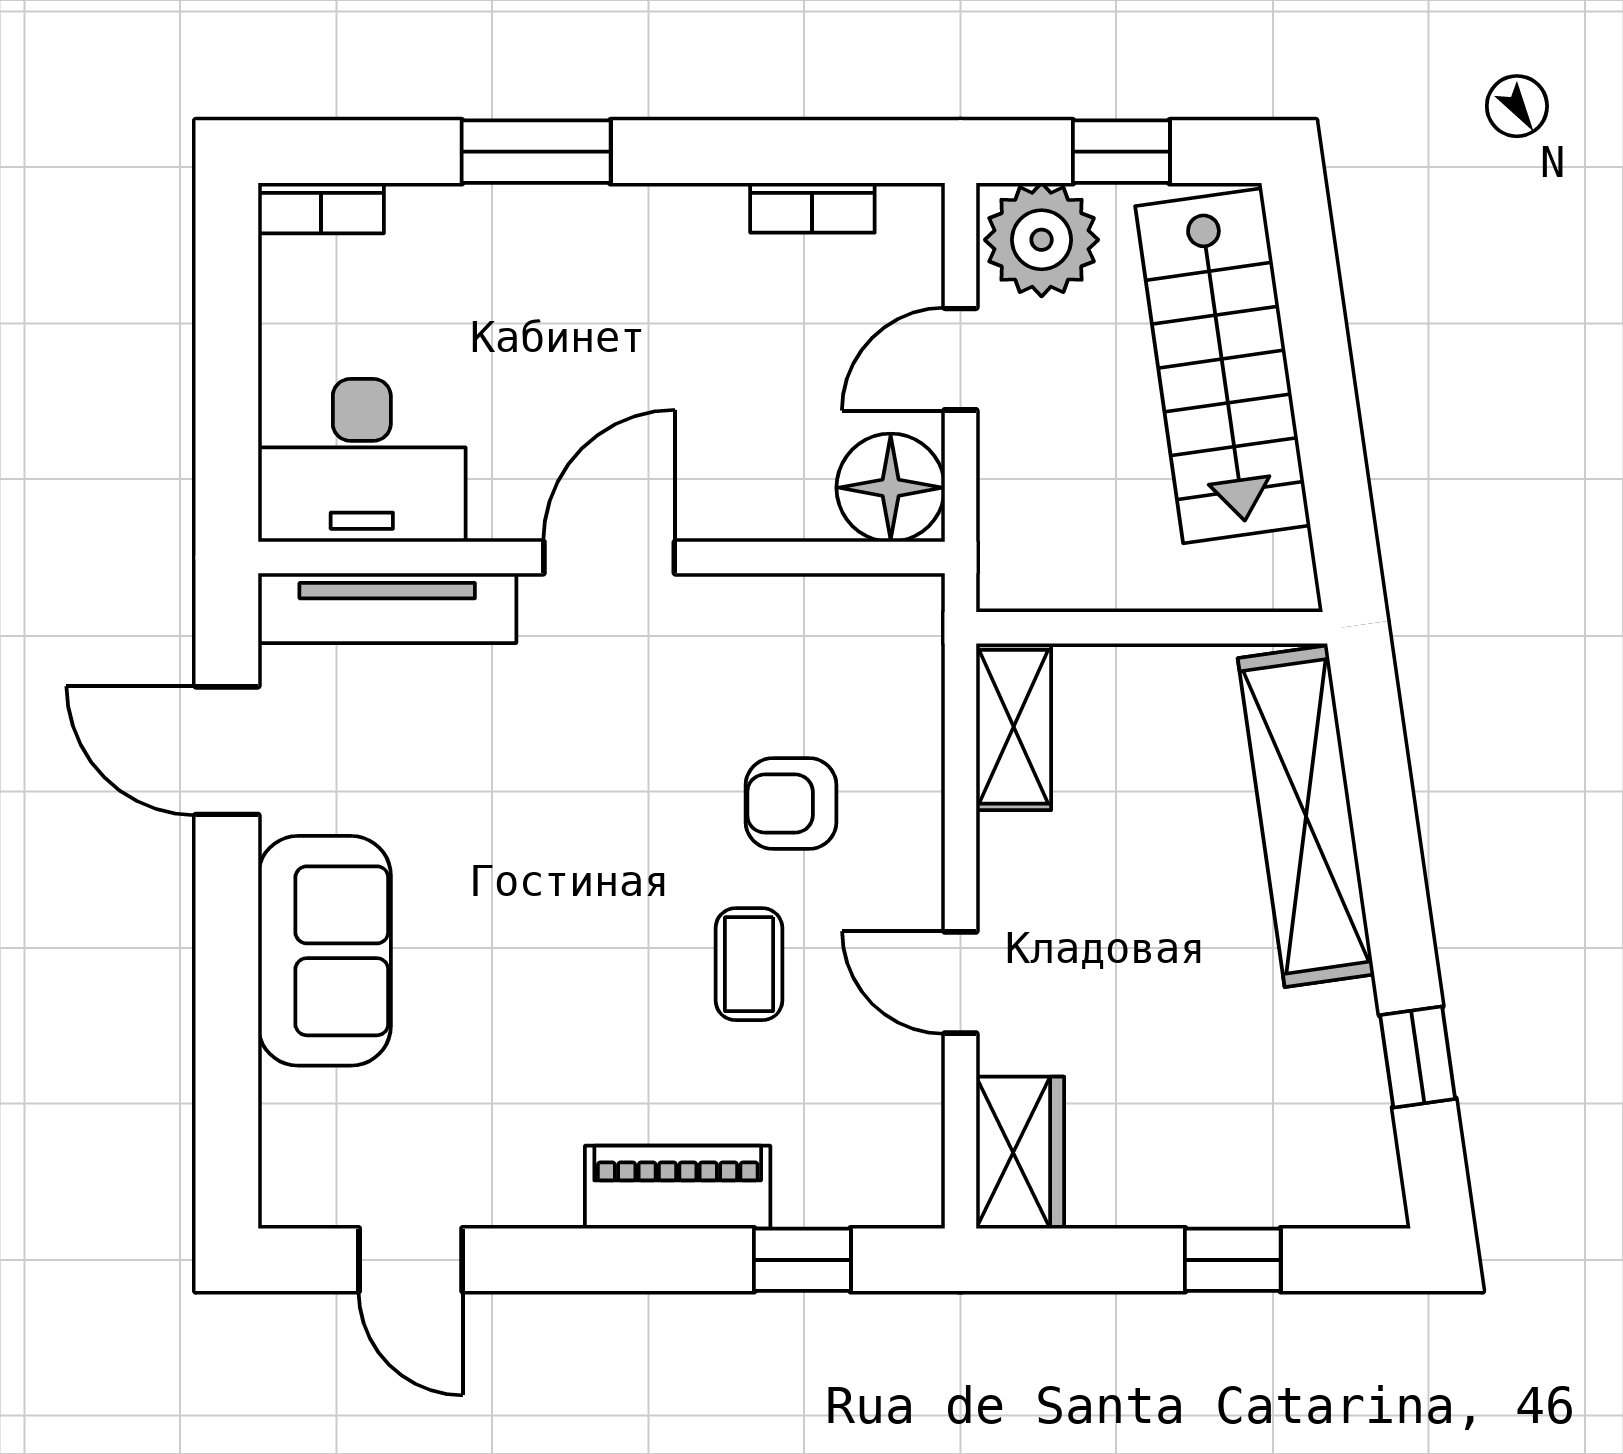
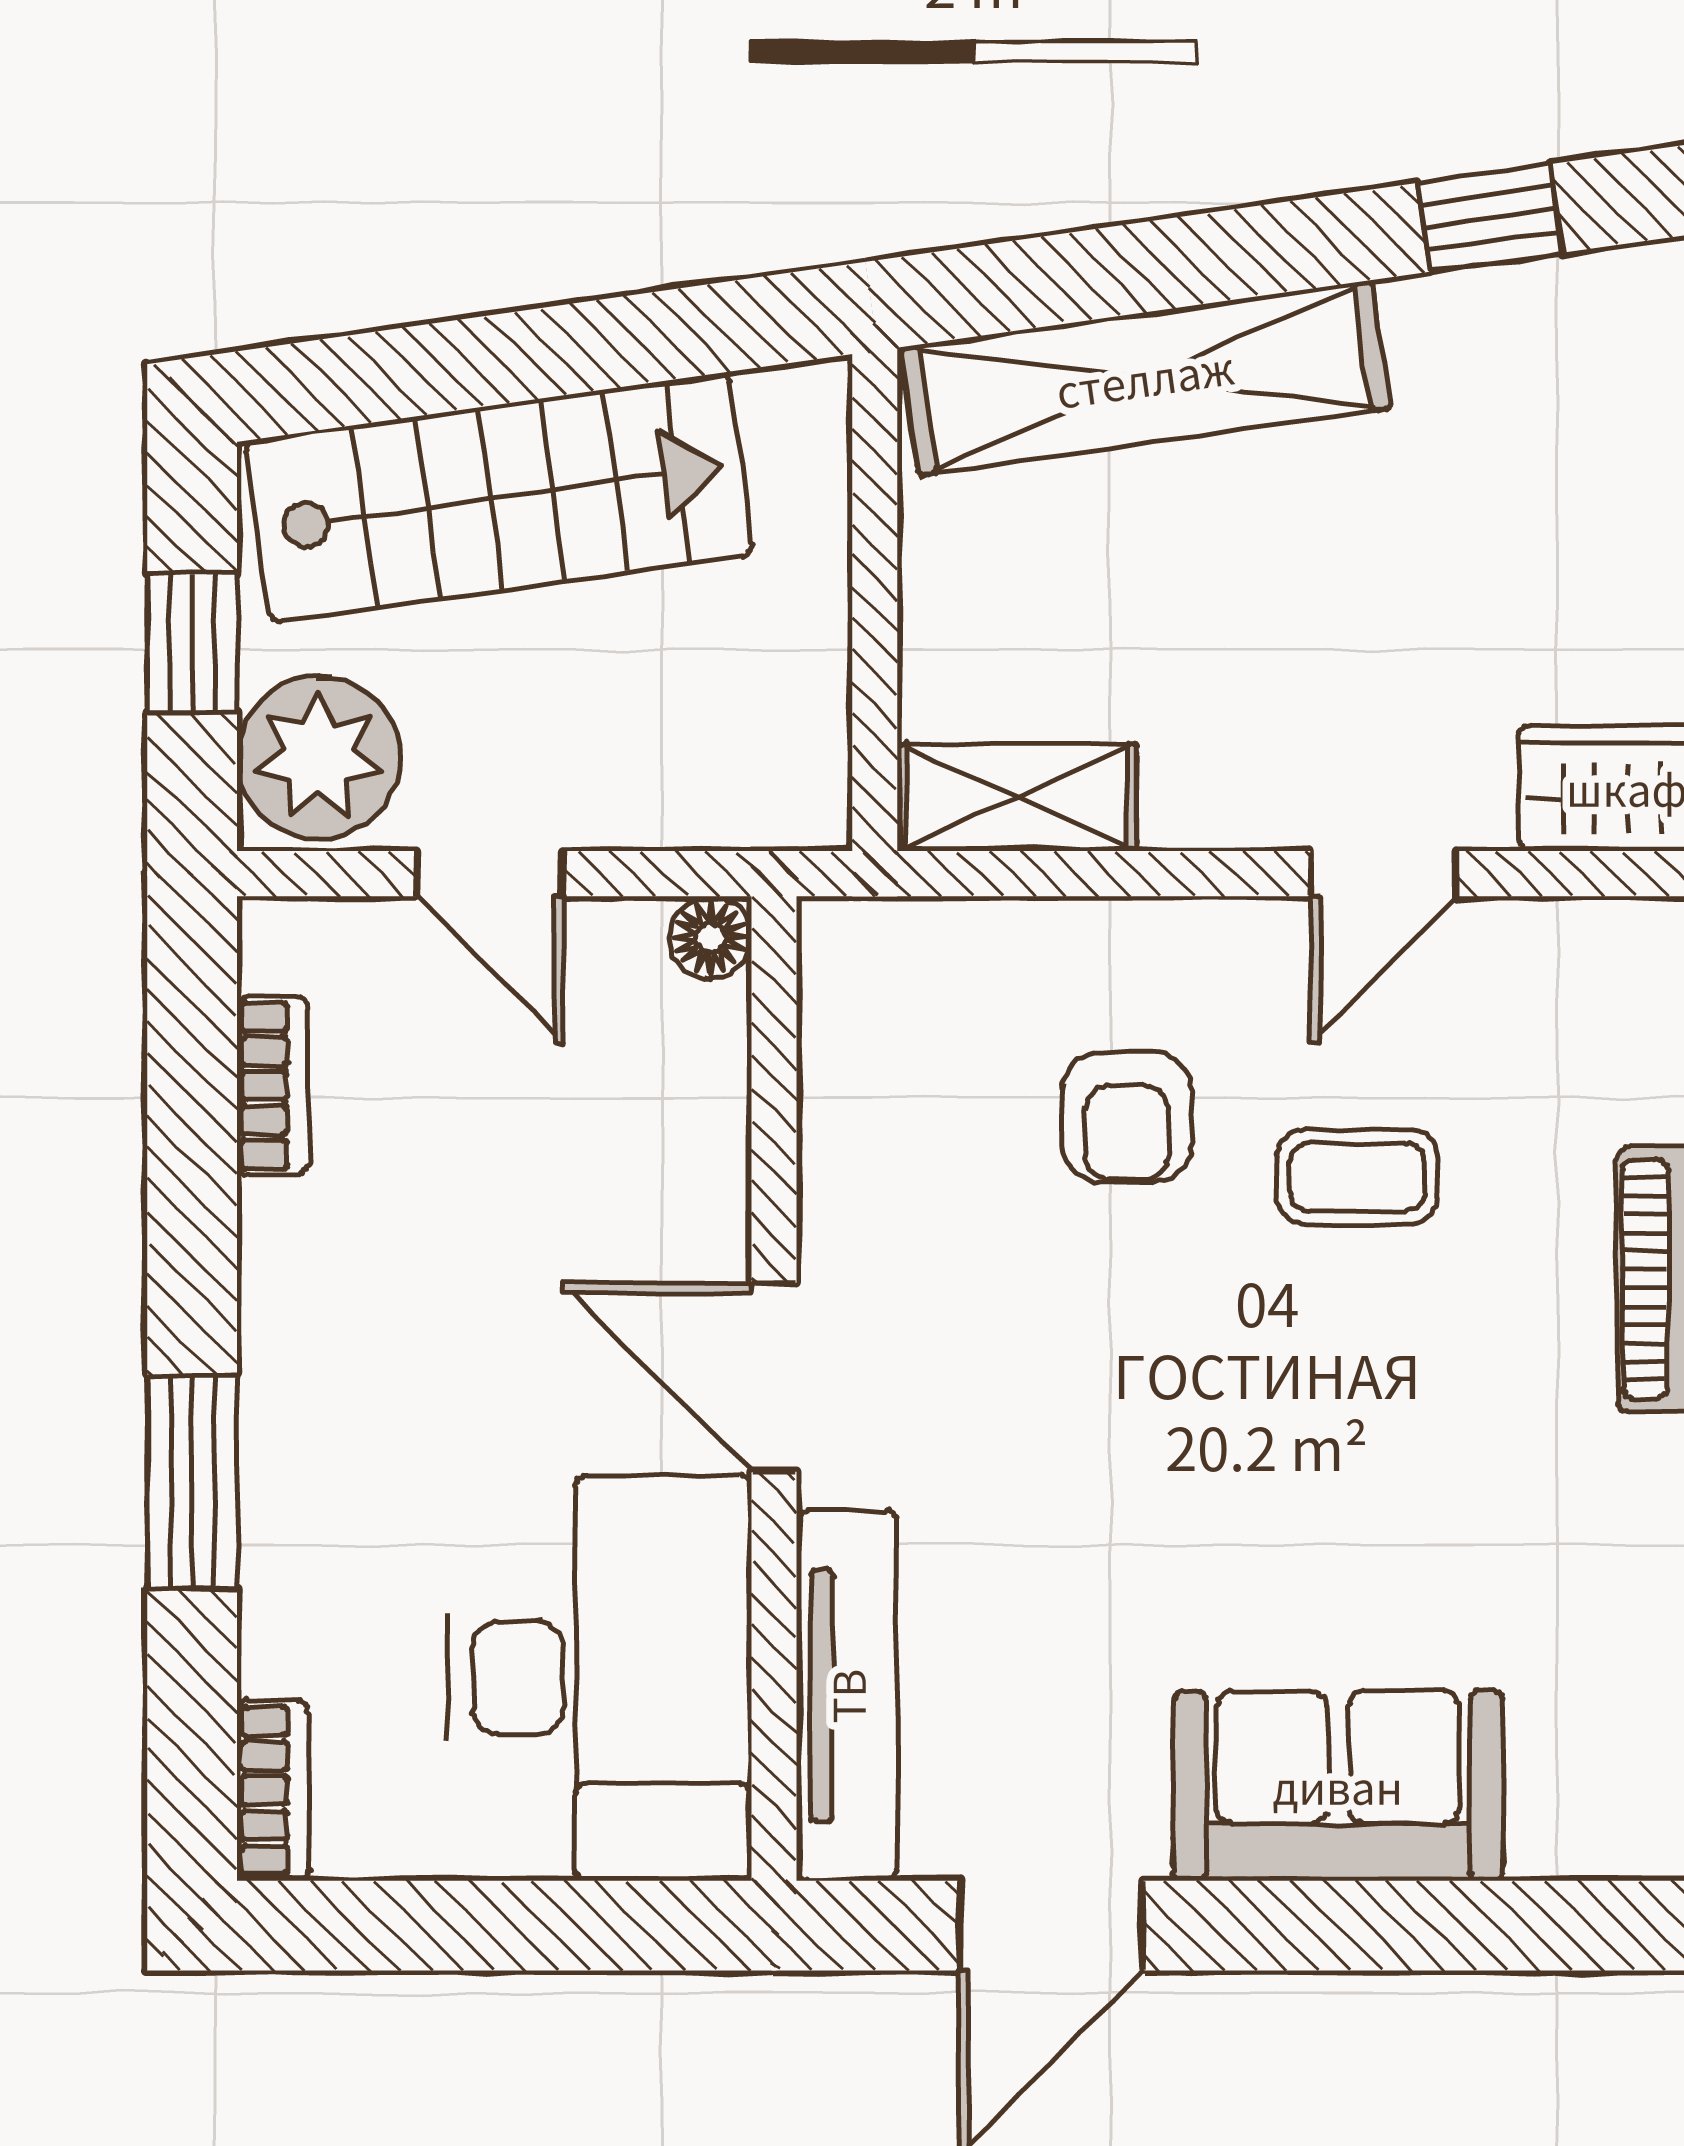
desk: (362, 460) -> (600, 1678), width x1.36, depth x1.30
floor lamp: (891, 488) -> (710, 937), width x0.53, depth x0.53

